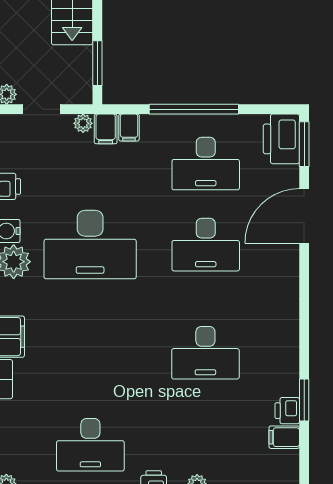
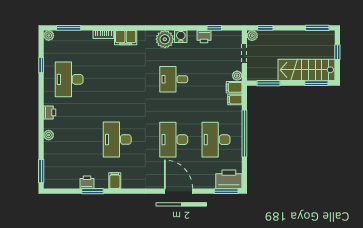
door: (304, 216) -> (179, 191), moved
desk: (90, 245) -> (174, 79), width x0.53, depth x0.77
filing cabinet: (284, 437) -> (115, 181), moved

